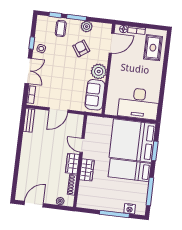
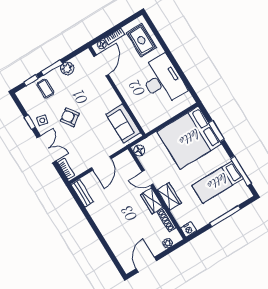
armchair: (81, 48) -> (70, 117), moved
plant: (99, 71) -> (110, 100), removed
desk: (139, 103) -> (162, 80), moved, turned -90
floor lamp: (91, 122) -> (139, 150), added
bed: (130, 170) -> (217, 182), moved
nightstand: (130, 209) -> (188, 229), moved

